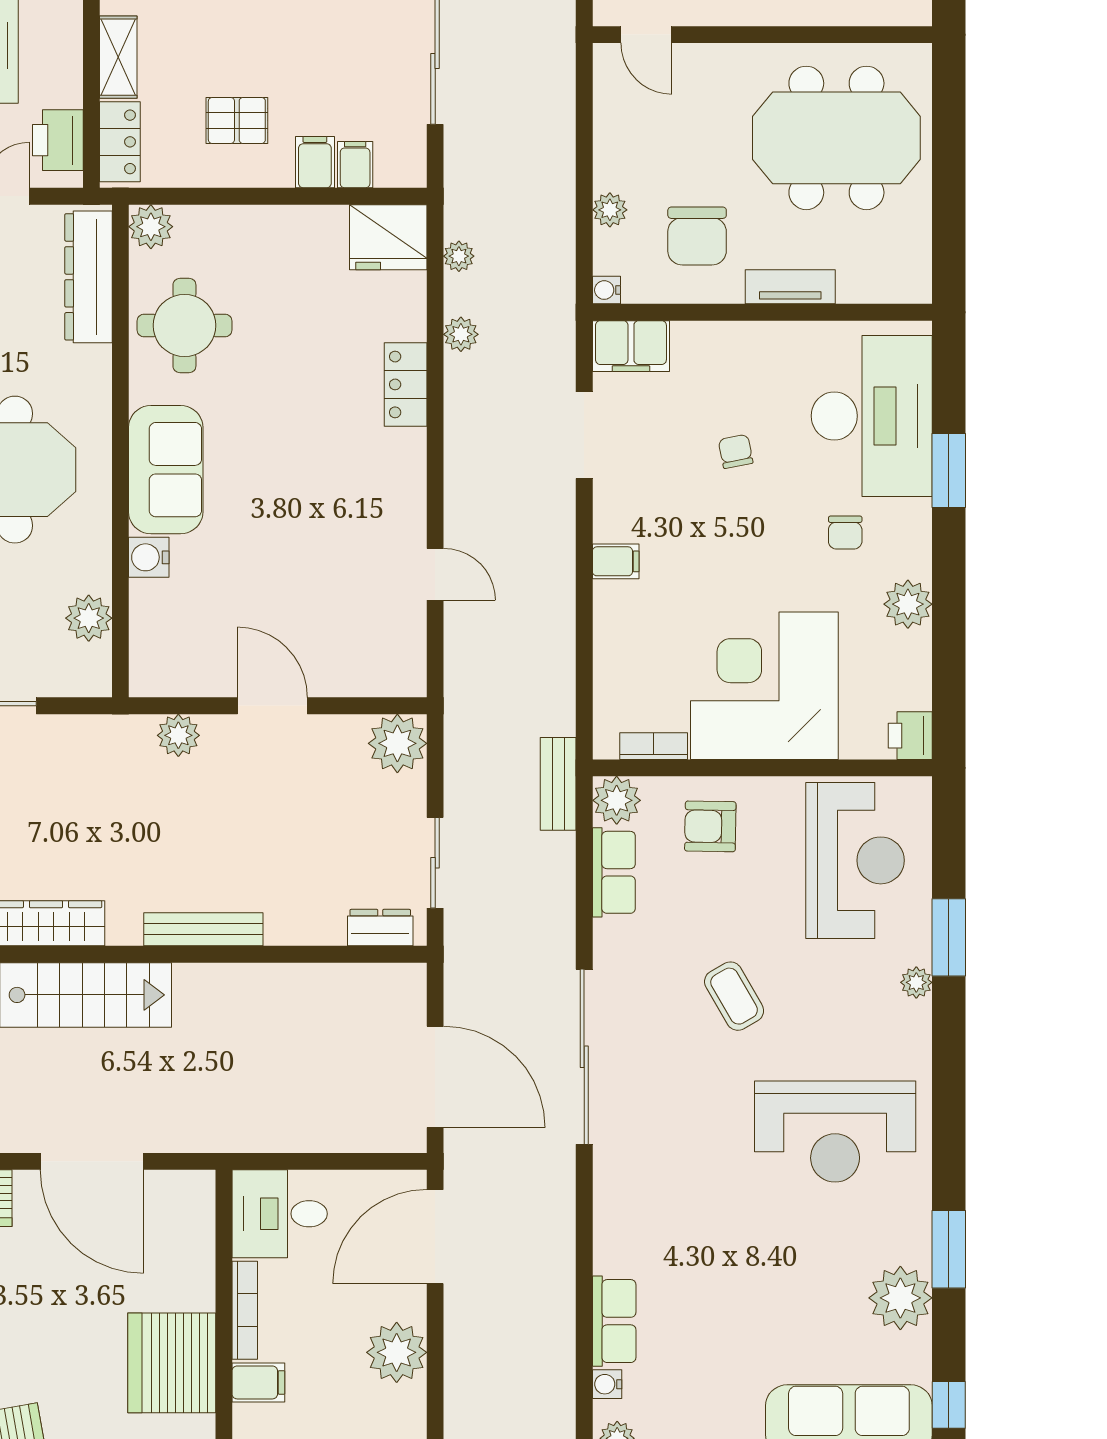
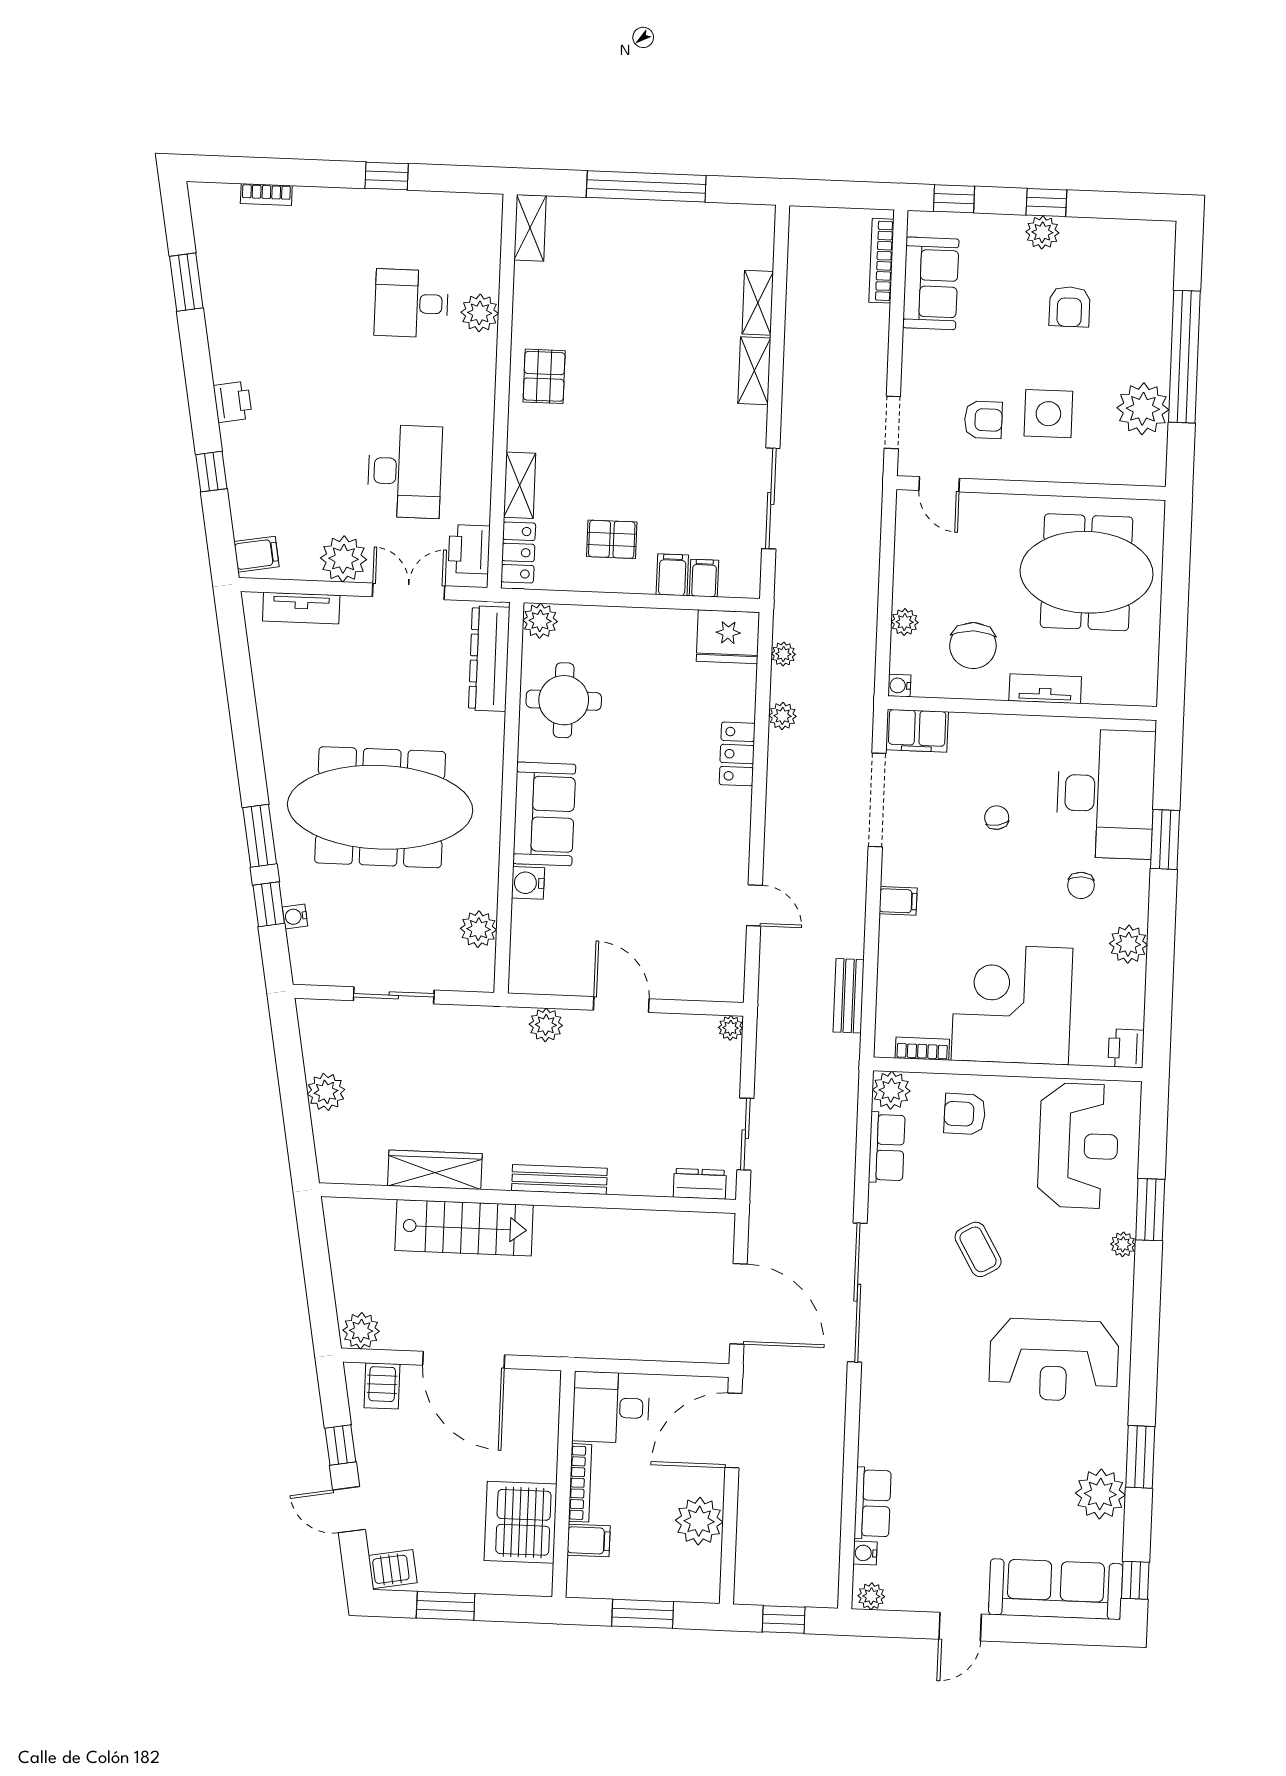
doorway: (584, 435) -> (877, 800), width x1.36
plant: (397, 743) -> (731, 1028), width x0.53, depth x0.53
bench: (558, 784) -> (849, 996), moved

